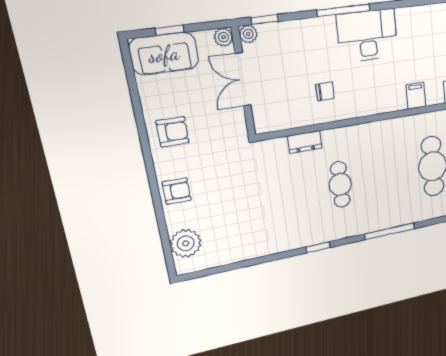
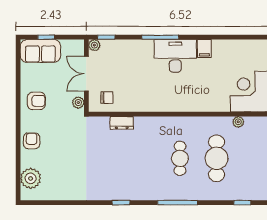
plant: (223, 37) -> (78, 103), moved
chair: (325, 91) -> (107, 97), moved
filing cabinet: (416, 96) -> (204, 48), moved, turned 180
cafe table: (340, 184) -> (180, 158), moved
armchair: (177, 191) -> (32, 141), turned -90

